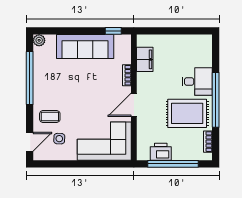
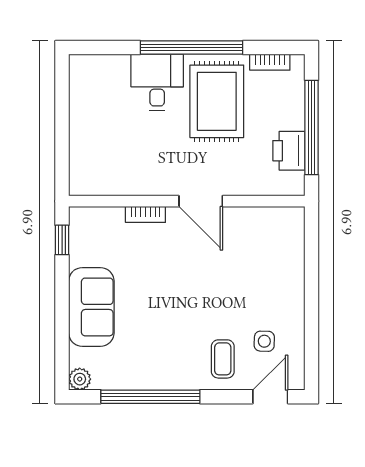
sofa: (85, 46) -> (91, 307), width x0.73
filing cabinet: (145, 59) -> (115, 181), removed
corner sofa: (104, 141) -> (269, 257), removed
door: (30, 142) -> (270, 397), hinge flipped

